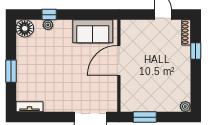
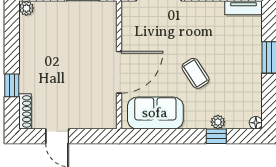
floor lamp: (25, 28) -> (256, 123), width x0.53, depth x0.53
coffee table: (64, 60) -> (195, 73), added

